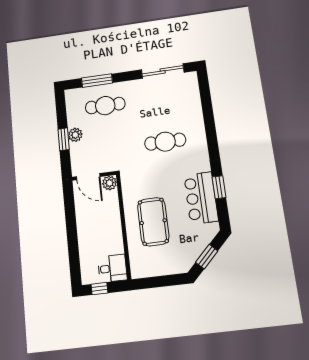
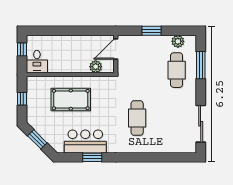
plant: (75, 135) -> (178, 41), moved
plant: (109, 183) -> (96, 67), moved
window: (159, 282) -> (22, 99), added

